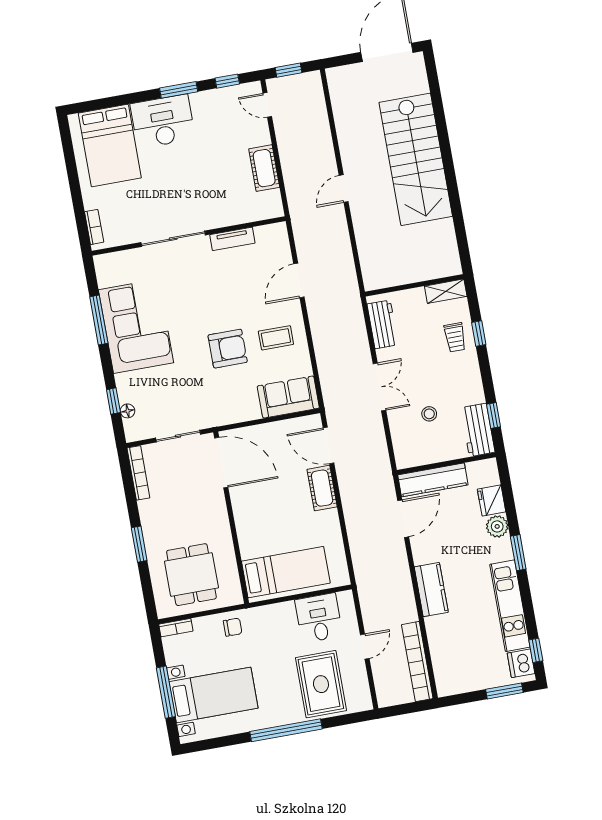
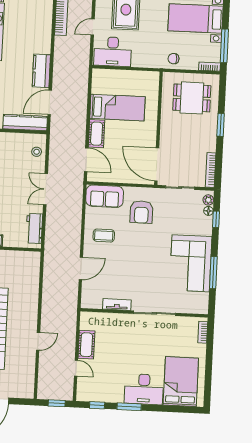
door: (267, 105) -> (76, 368), moved
door: (344, 189) -> (38, 341), moved
armchair: (228, 349) -> (141, 212), moved, turned -90
stool: (429, 414) -> (37, 152), moved
plant: (131, 427) -> (208, 200), added
bed: (286, 572) -> (117, 108), moved, turned 180
dining table: (191, 575) -> (192, 98), turned 90
kitchen counter: (431, 590) -> (41, 71), moved
desk: (319, 618) -> (113, 52), width x1.37
window: (166, 692) -> (224, 46), moved

